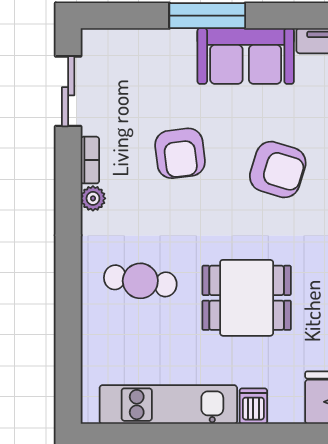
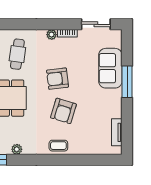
sofa: (246, 56) -> (110, 68), moved
armchair: (180, 153) -> (58, 79), moved

